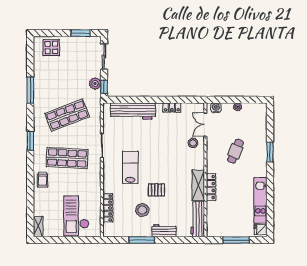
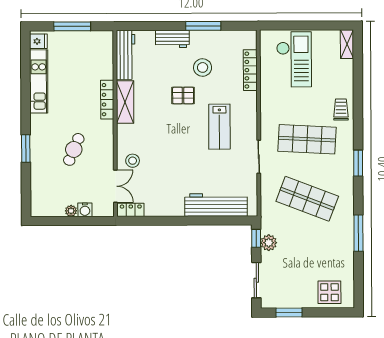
locker: (172, 108) -> (131, 210), moved
water cooler: (216, 108) -> (85, 210), moved
shop shelf: (67, 115) -> (307, 199), turned 42

